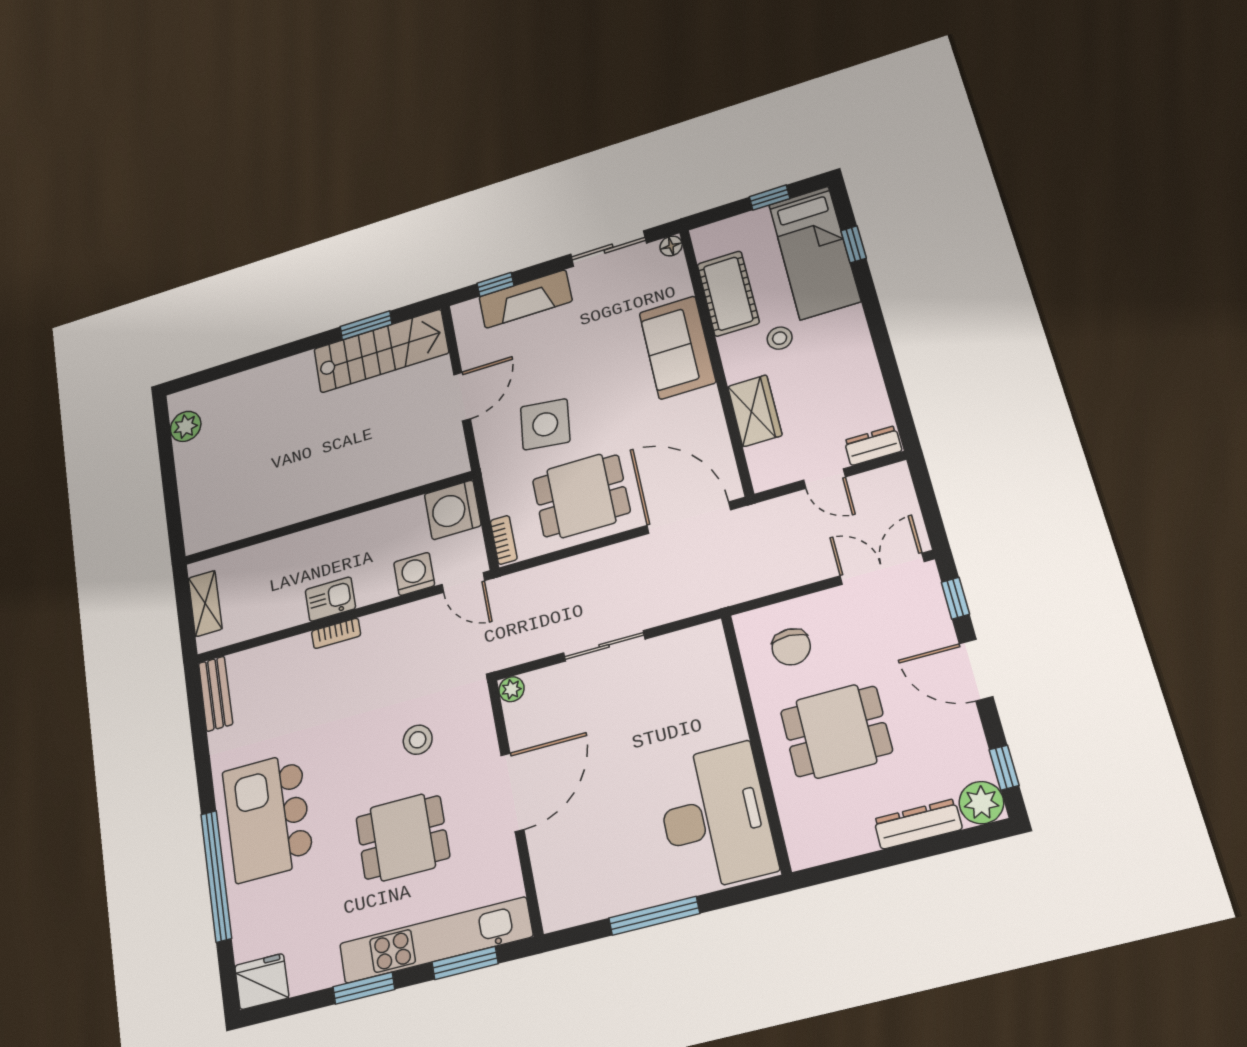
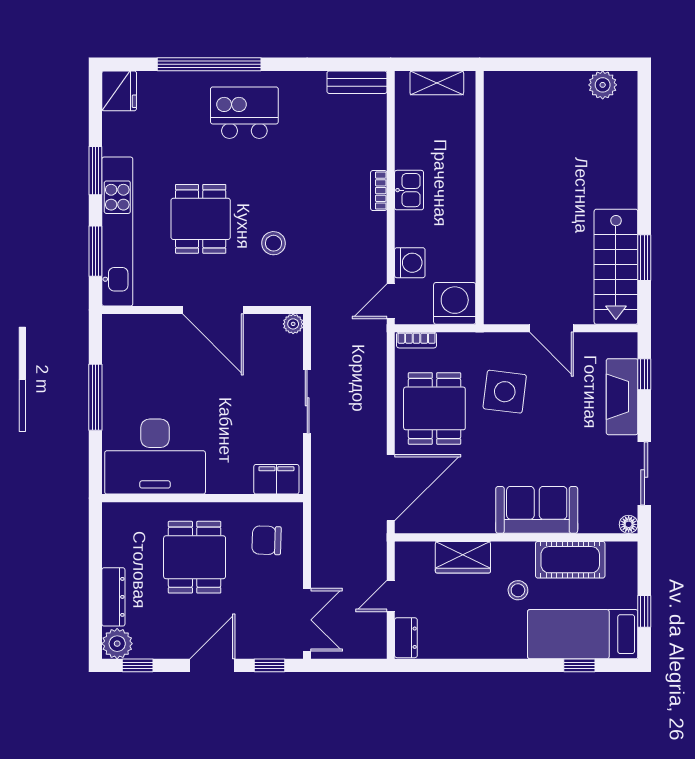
filing cabinet: (710, 656) -> (276, 479), added
kitchen island: (268, 817) -> (244, 113), width x0.73, depth x0.78

